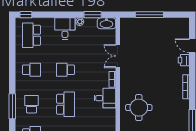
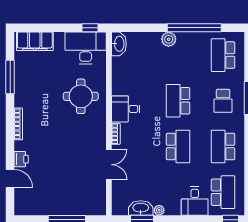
washbasin: (106, 23) -> (141, 208), moved
desk: (65, 29) -> (195, 201), moved
school desk: (32, 70) -> (223, 146), width x1.85
school desk: (66, 70) -> (178, 146), width x1.85

